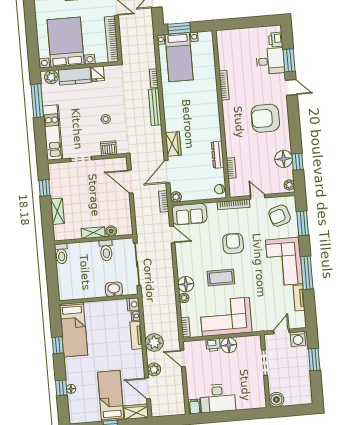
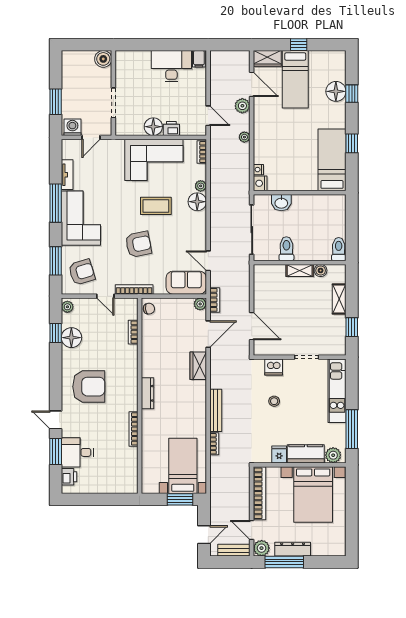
dresser: (218, 155) -> (148, 393), moved
boiler: (111, 231) -> (321, 271), moved
armchair: (233, 244) -> (138, 244), turned -101
tv unit: (136, 335) -> (260, 147), removed
plant: (154, 342) -> (244, 137), width x0.53, depth x0.53
floor lamp: (71, 389) -> (336, 91), width x1.89, depth x1.89

